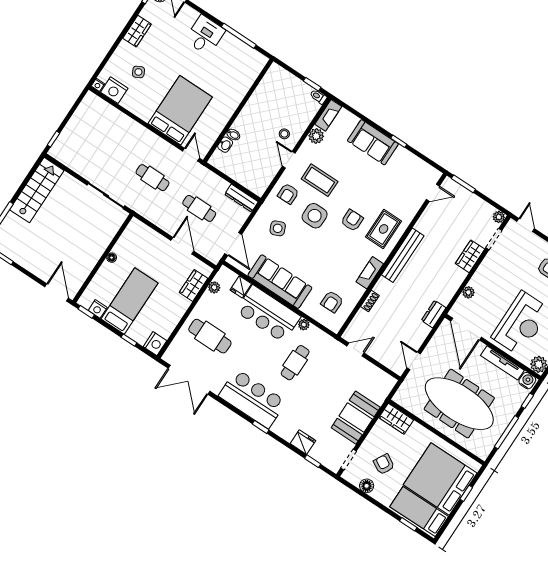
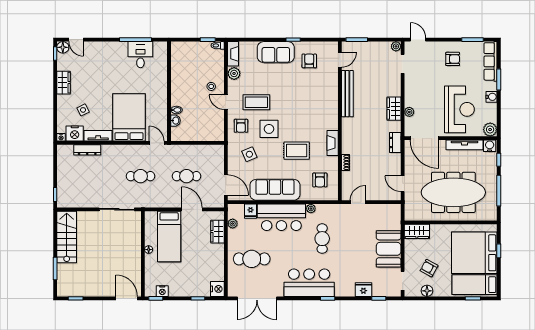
desk: (205, 35) -> (140, 55), moved
tv unit: (136, 108) -> (98, 136), added
dresser: (241, 198) -> (87, 150), moved
armchair: (352, 220) -> (309, 61), moved
rug: (384, 229) -> (297, 151), moved, turned 90
bench: (403, 255) -> (347, 94), moved
wardrobe: (470, 256) -> (394, 109), moved
bed: (130, 301) -> (169, 236), moved, turned 180

